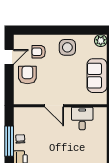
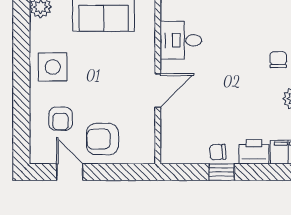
window: (9, 141) -> (222, 172), width x0.46

